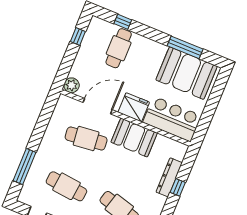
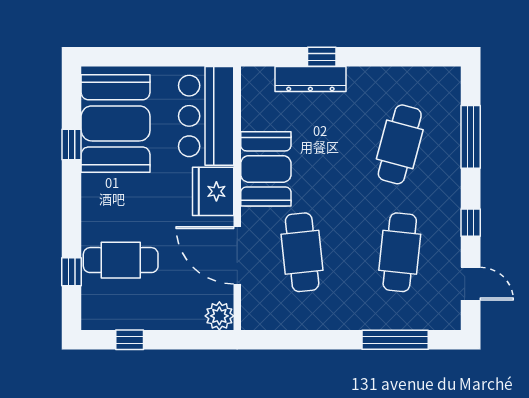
window: (185, 47) -> (72, 144), width x0.46

